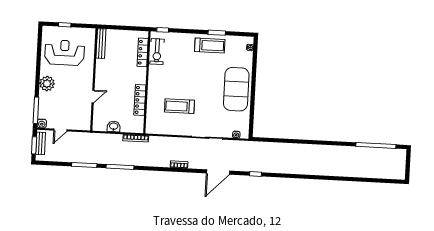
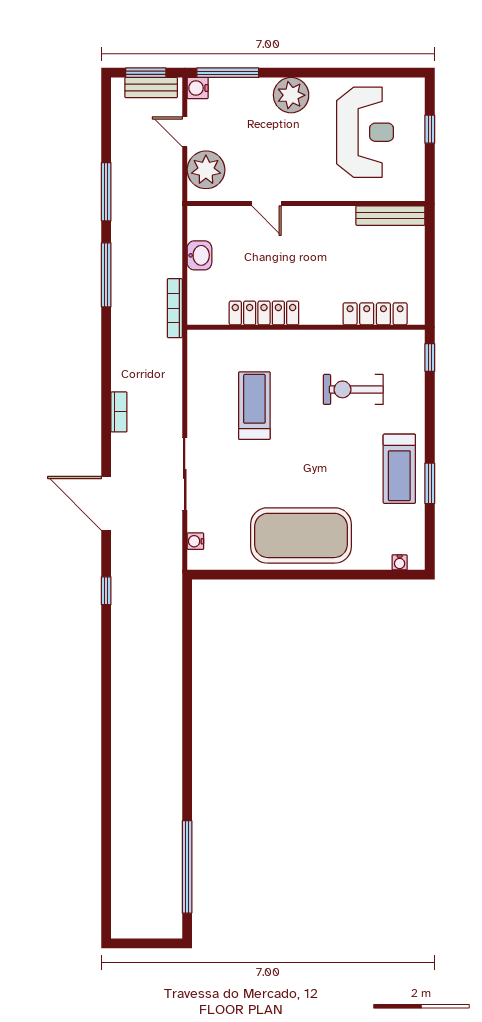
exercise bike: (157, 52) -> (353, 389), moved
plant: (77, 122) -> (206, 170), added

